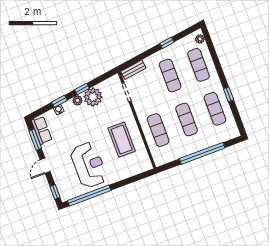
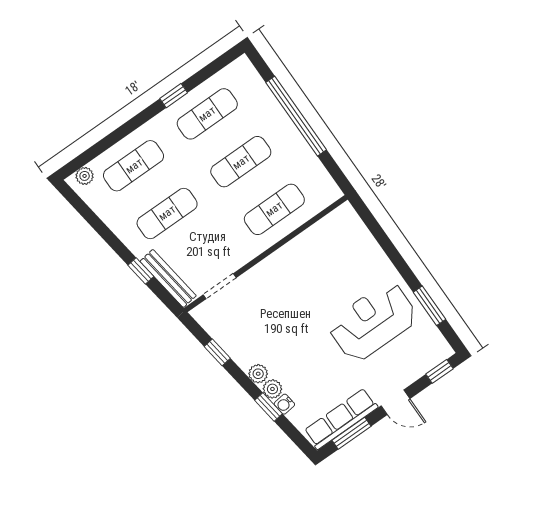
window: (167, 43) -> (141, 271), moved
bench: (133, 70) -> (168, 278), width x1.36
window: (82, 89) -> (217, 352), moved
plant: (93, 97) -> (272, 389), moved, width x0.53, depth x0.53
row of seats: (42, 130) -> (341, 419), width x1.48
coffee table: (122, 140) -> (310, 273), removed
window: (89, 196) -> (429, 306), width x0.47

